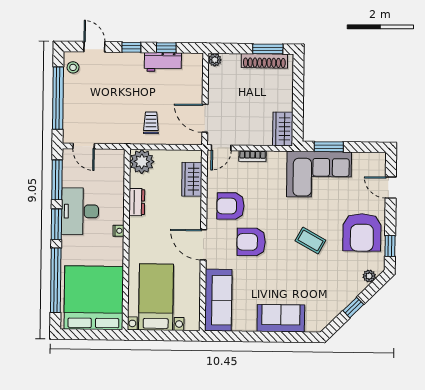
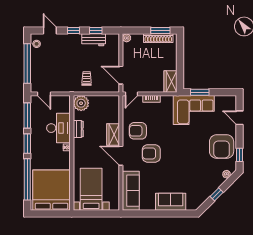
wardrobe: (192, 179) -> (113, 134), moved
desk: (80, 211) -> (58, 128), moved, turned 180
coffee table: (310, 241) -> (189, 152), removed

